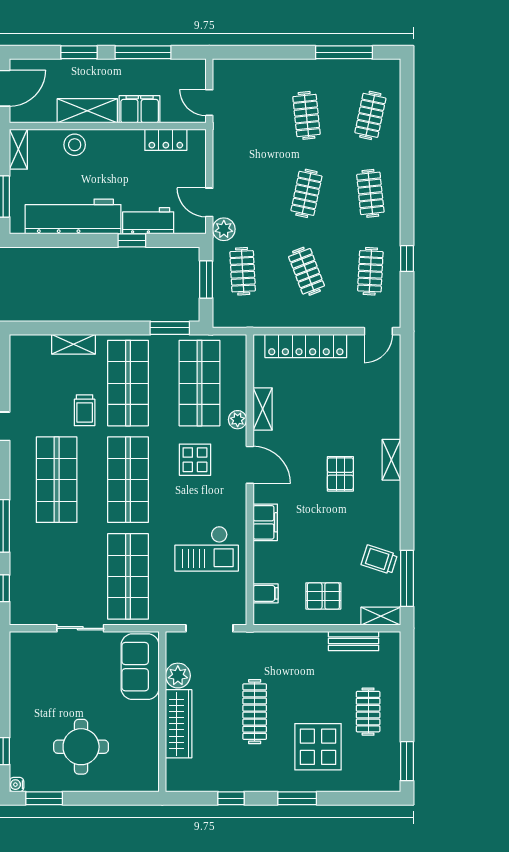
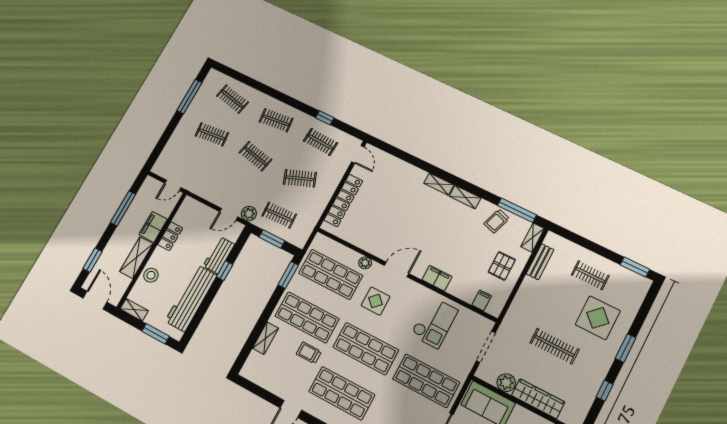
window: (79, 52) -> (92, 260), moved
locker: (166, 140) -> (170, 236), moved
shelving: (263, 409) -> (465, 197), moved
trolley: (85, 410) -> (309, 353), turned 180
pallet: (340, 474) -> (431, 218), removed

